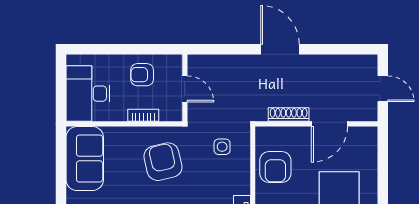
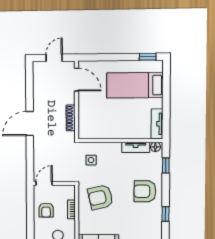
door: (185, 89) -> (44, 183), moved
door: (329, 124) -> (76, 80), moved
armchair: (275, 167) -> (104, 126), removed

